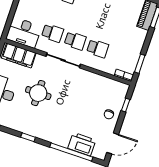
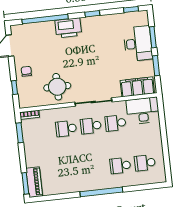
round table: (38, 93) -> (57, 87), moved
printer: (82, 144) -> (68, 28), moved

